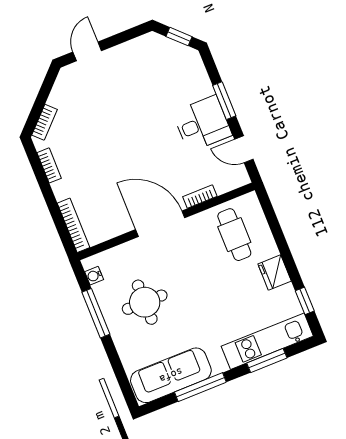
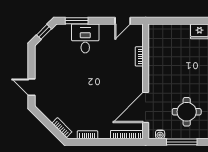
window: (224, 101) -> (77, 21), moved
desk: (202, 124) -> (85, 38), moved
door: (160, 224) -> (146, 107), moved
cafe table: (234, 235) -> (169, 46), removed

